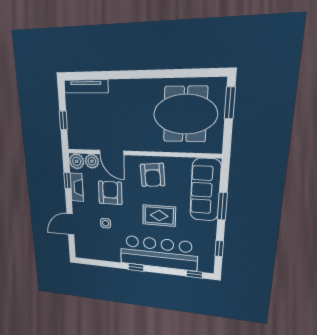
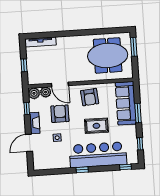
fireplace: (77, 187) -> (35, 123), moved

